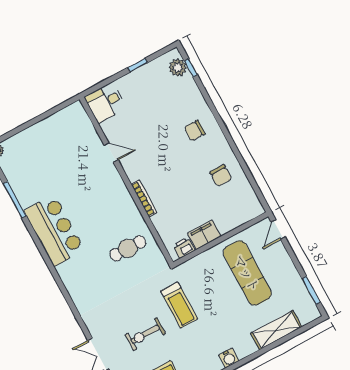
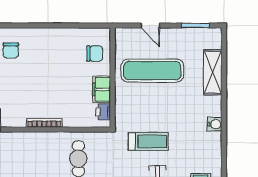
chair: (221, 176) -> (95, 53), moved
door: (278, 229) -> (150, 25), moved

